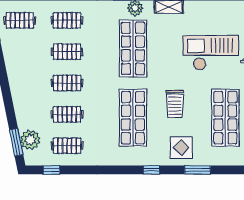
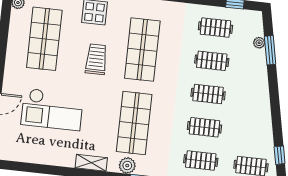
plant: (30, 140) -> (259, 43), width x0.53, depth x0.53
window: (16, 142) -> (270, 50), moved

